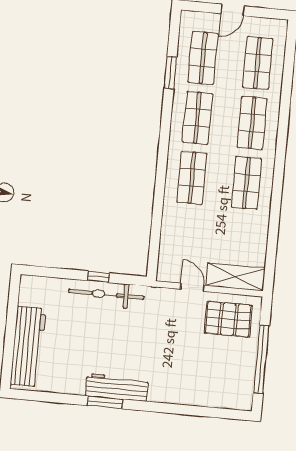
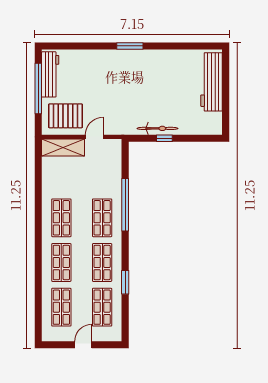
window: (170, 73) -> (125, 282), moved
window: (159, 193) -> (125, 205), added
door: (192, 287) -> (94, 137), swing flipped
bicycle: (106, 294) -> (157, 128), width x0.73, depth x0.71
workbench: (117, 387) -> (50, 74), moved, turned -90
window: (105, 402) -> (130, 46), moved

